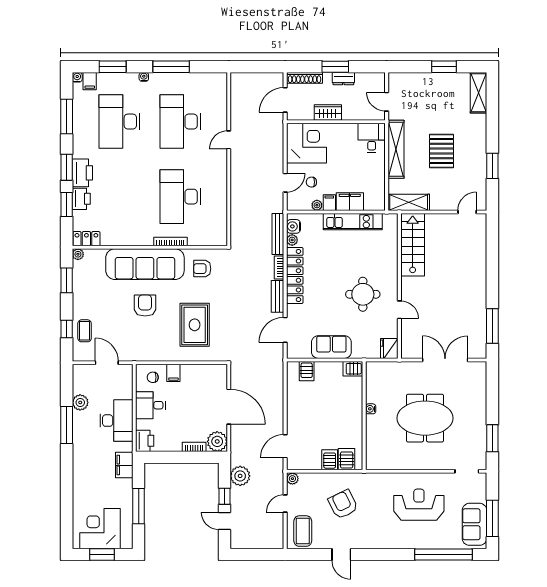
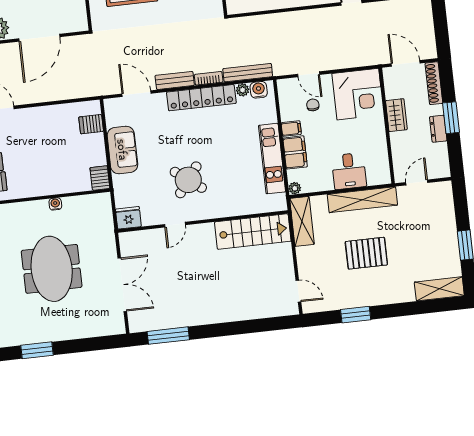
desk: (372, 138) -> (349, 171), moved, turned 90
plant: (317, 205) -> (295, 188), moved
round table: (363, 294) -> (188, 180), turned 37

